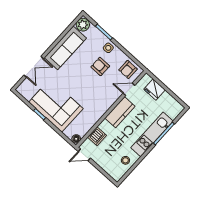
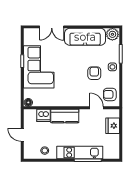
kitchen counter: (120, 112) -> (65, 116), moved
door: (84, 155) -> (22, 135), moved

